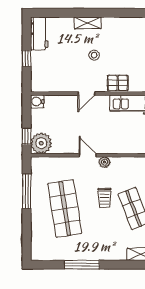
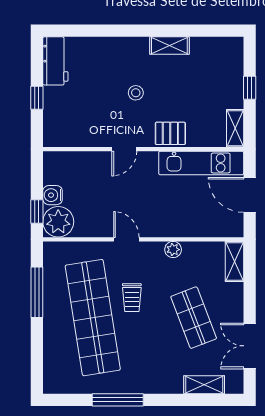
shelving: (88, 23) -> (169, 46), moved
water cooler: (37, 102) -> (53, 195), moved
plant: (105, 162) -> (173, 250), moved
trolley: (104, 198) -> (132, 298), moved
shop shelf: (65, 209) -> (93, 318), width x1.40

